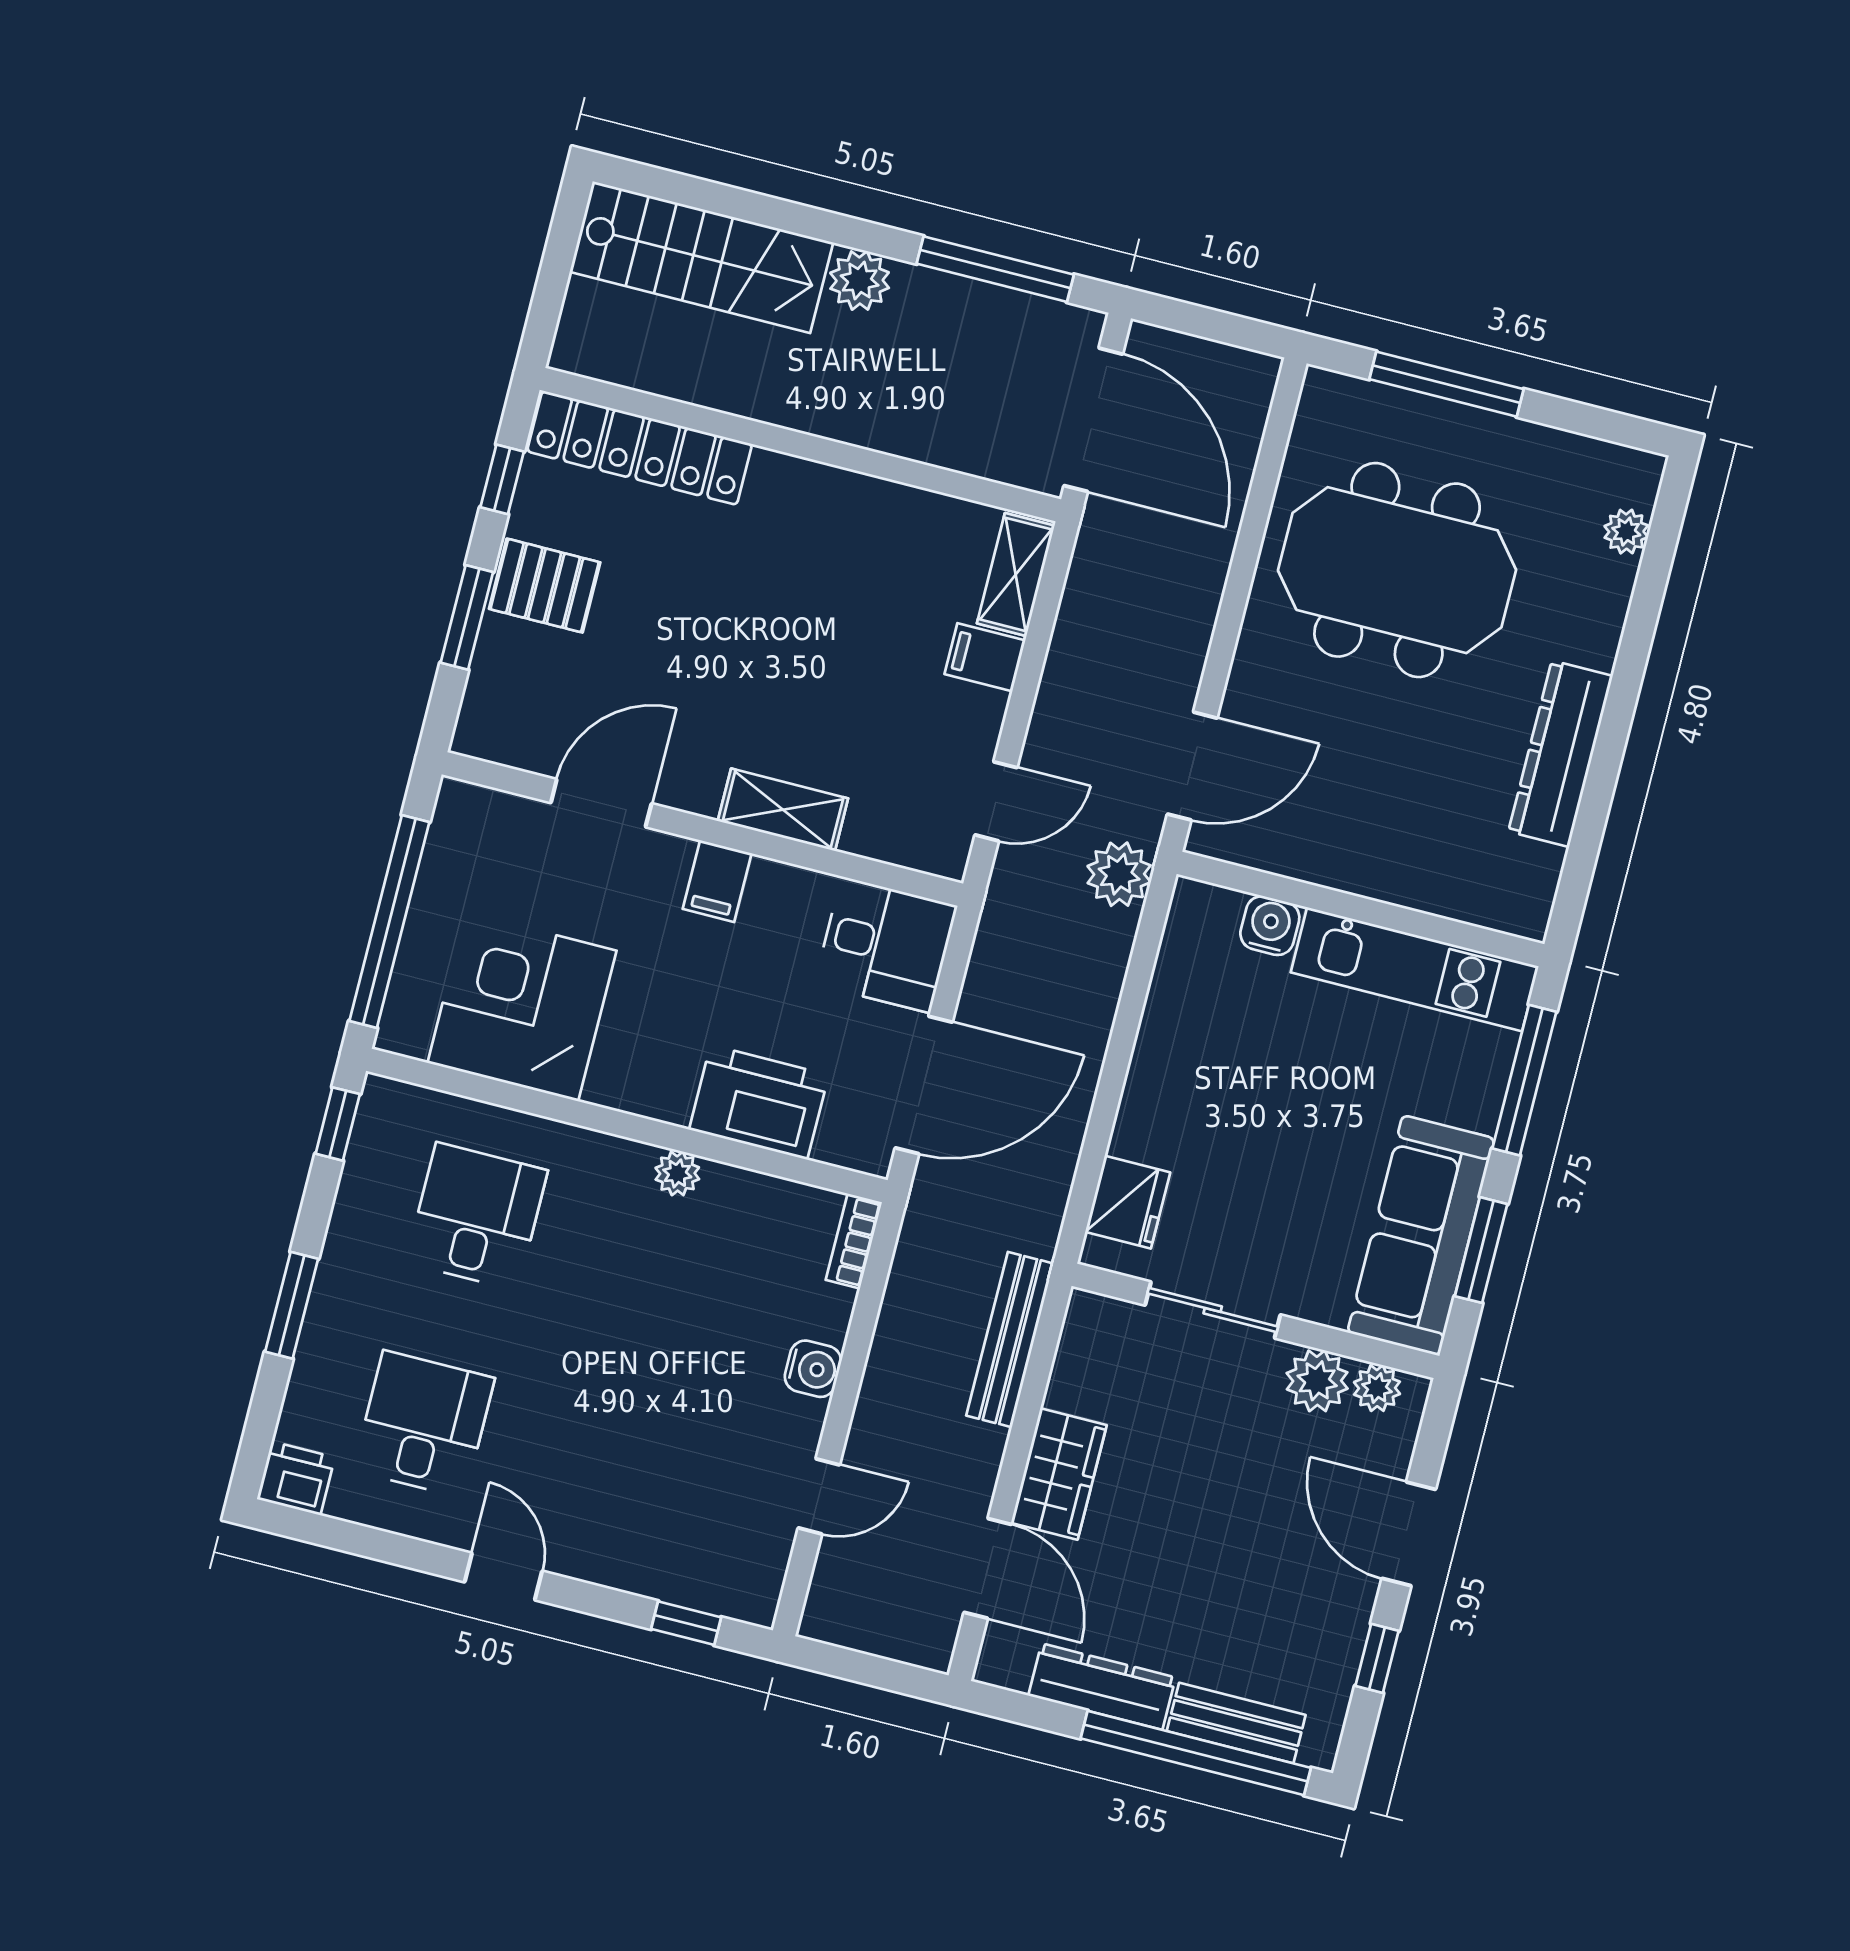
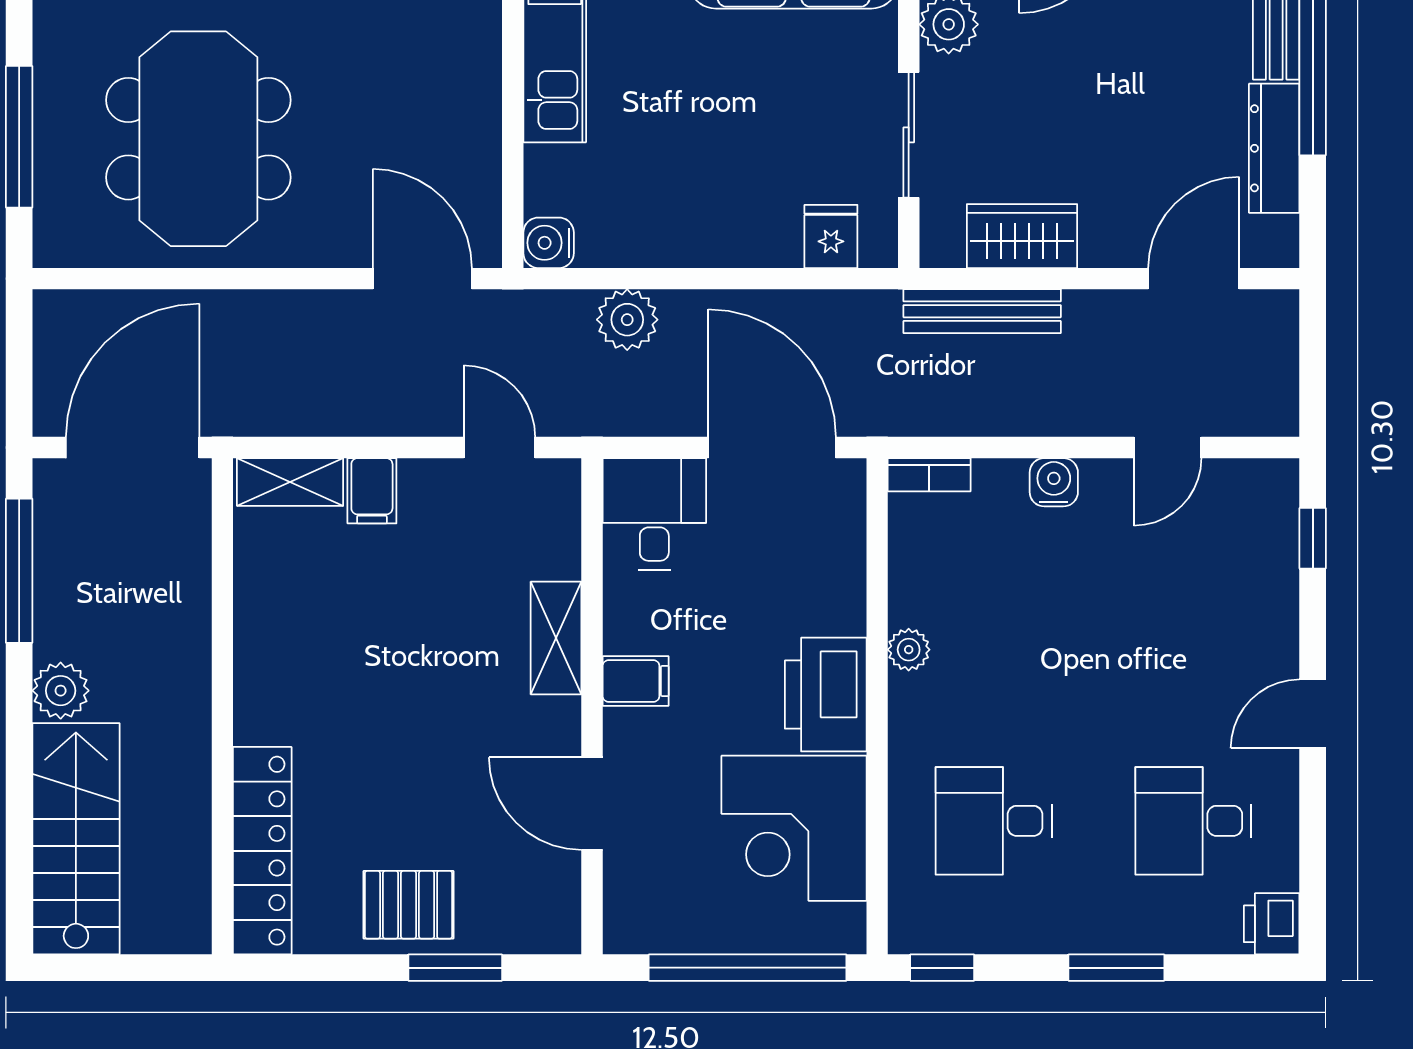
window: (502, 479) -> (322, 968), removed
pallet: (545, 586) -> (409, 905), turned 90
plant: (1119, 874) -> (627, 320), moved
water cooler: (1270, 926) -> (549, 243), moved
printer: (759, 1102) -> (826, 695), moved
fridge: (1128, 1202) -> (831, 236), width x0.72
wardrobe: (1059, 1474) -> (1022, 236), moved
door: (819, 1496) -> (1168, 448), swing flipped

